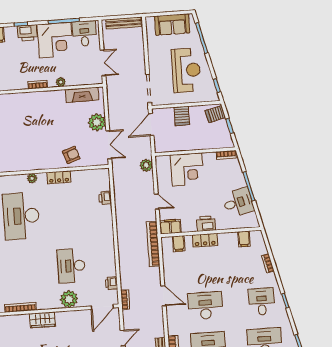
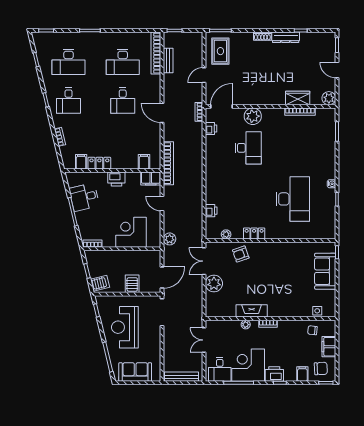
fireplace: (82, 95) -> (252, 311), moved
plant: (32, 178) -> (226, 234), moved
locker: (205, 240) -> (99, 163), moved
desk: (205, 306) -> (123, 101), width x0.73
wardrobe: (43, 320) -> (298, 98), moved

